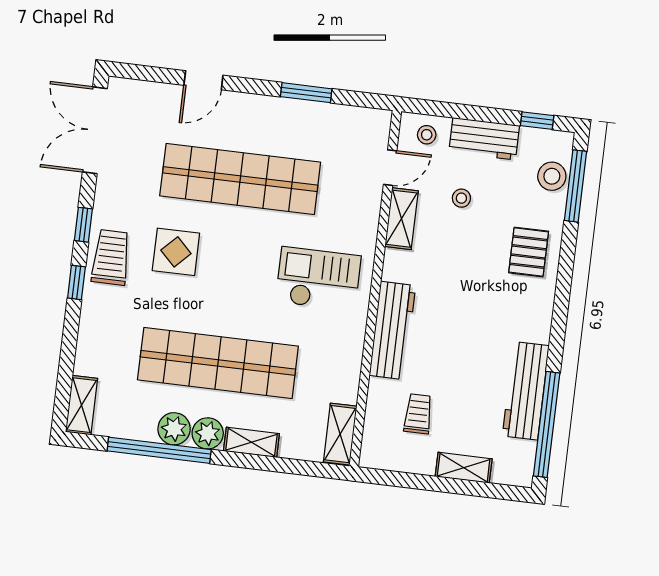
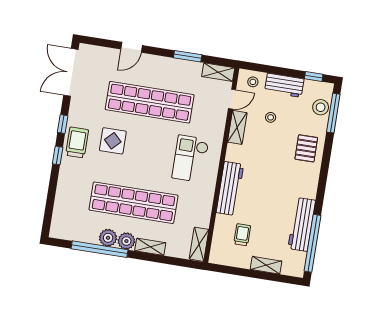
checkout: (318, 279) -> (190, 159), turned -90
shelving: (81, 405) -> (218, 72), moved, turned 90

